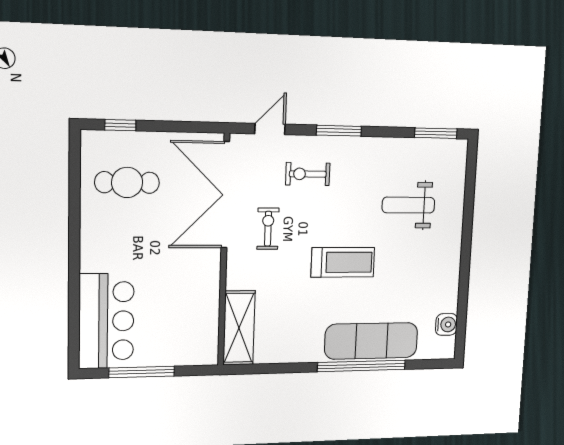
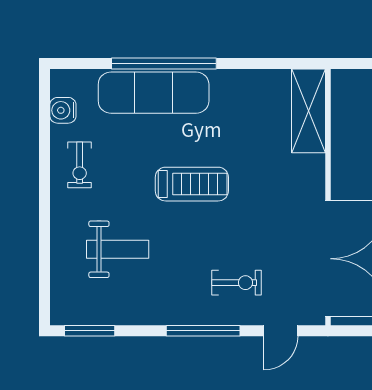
window: (339, 131) -> (203, 331), width x1.44
exercise bike: (268, 229) -> (80, 165), moved
treadmill: (343, 262) -> (192, 184), turned 180

